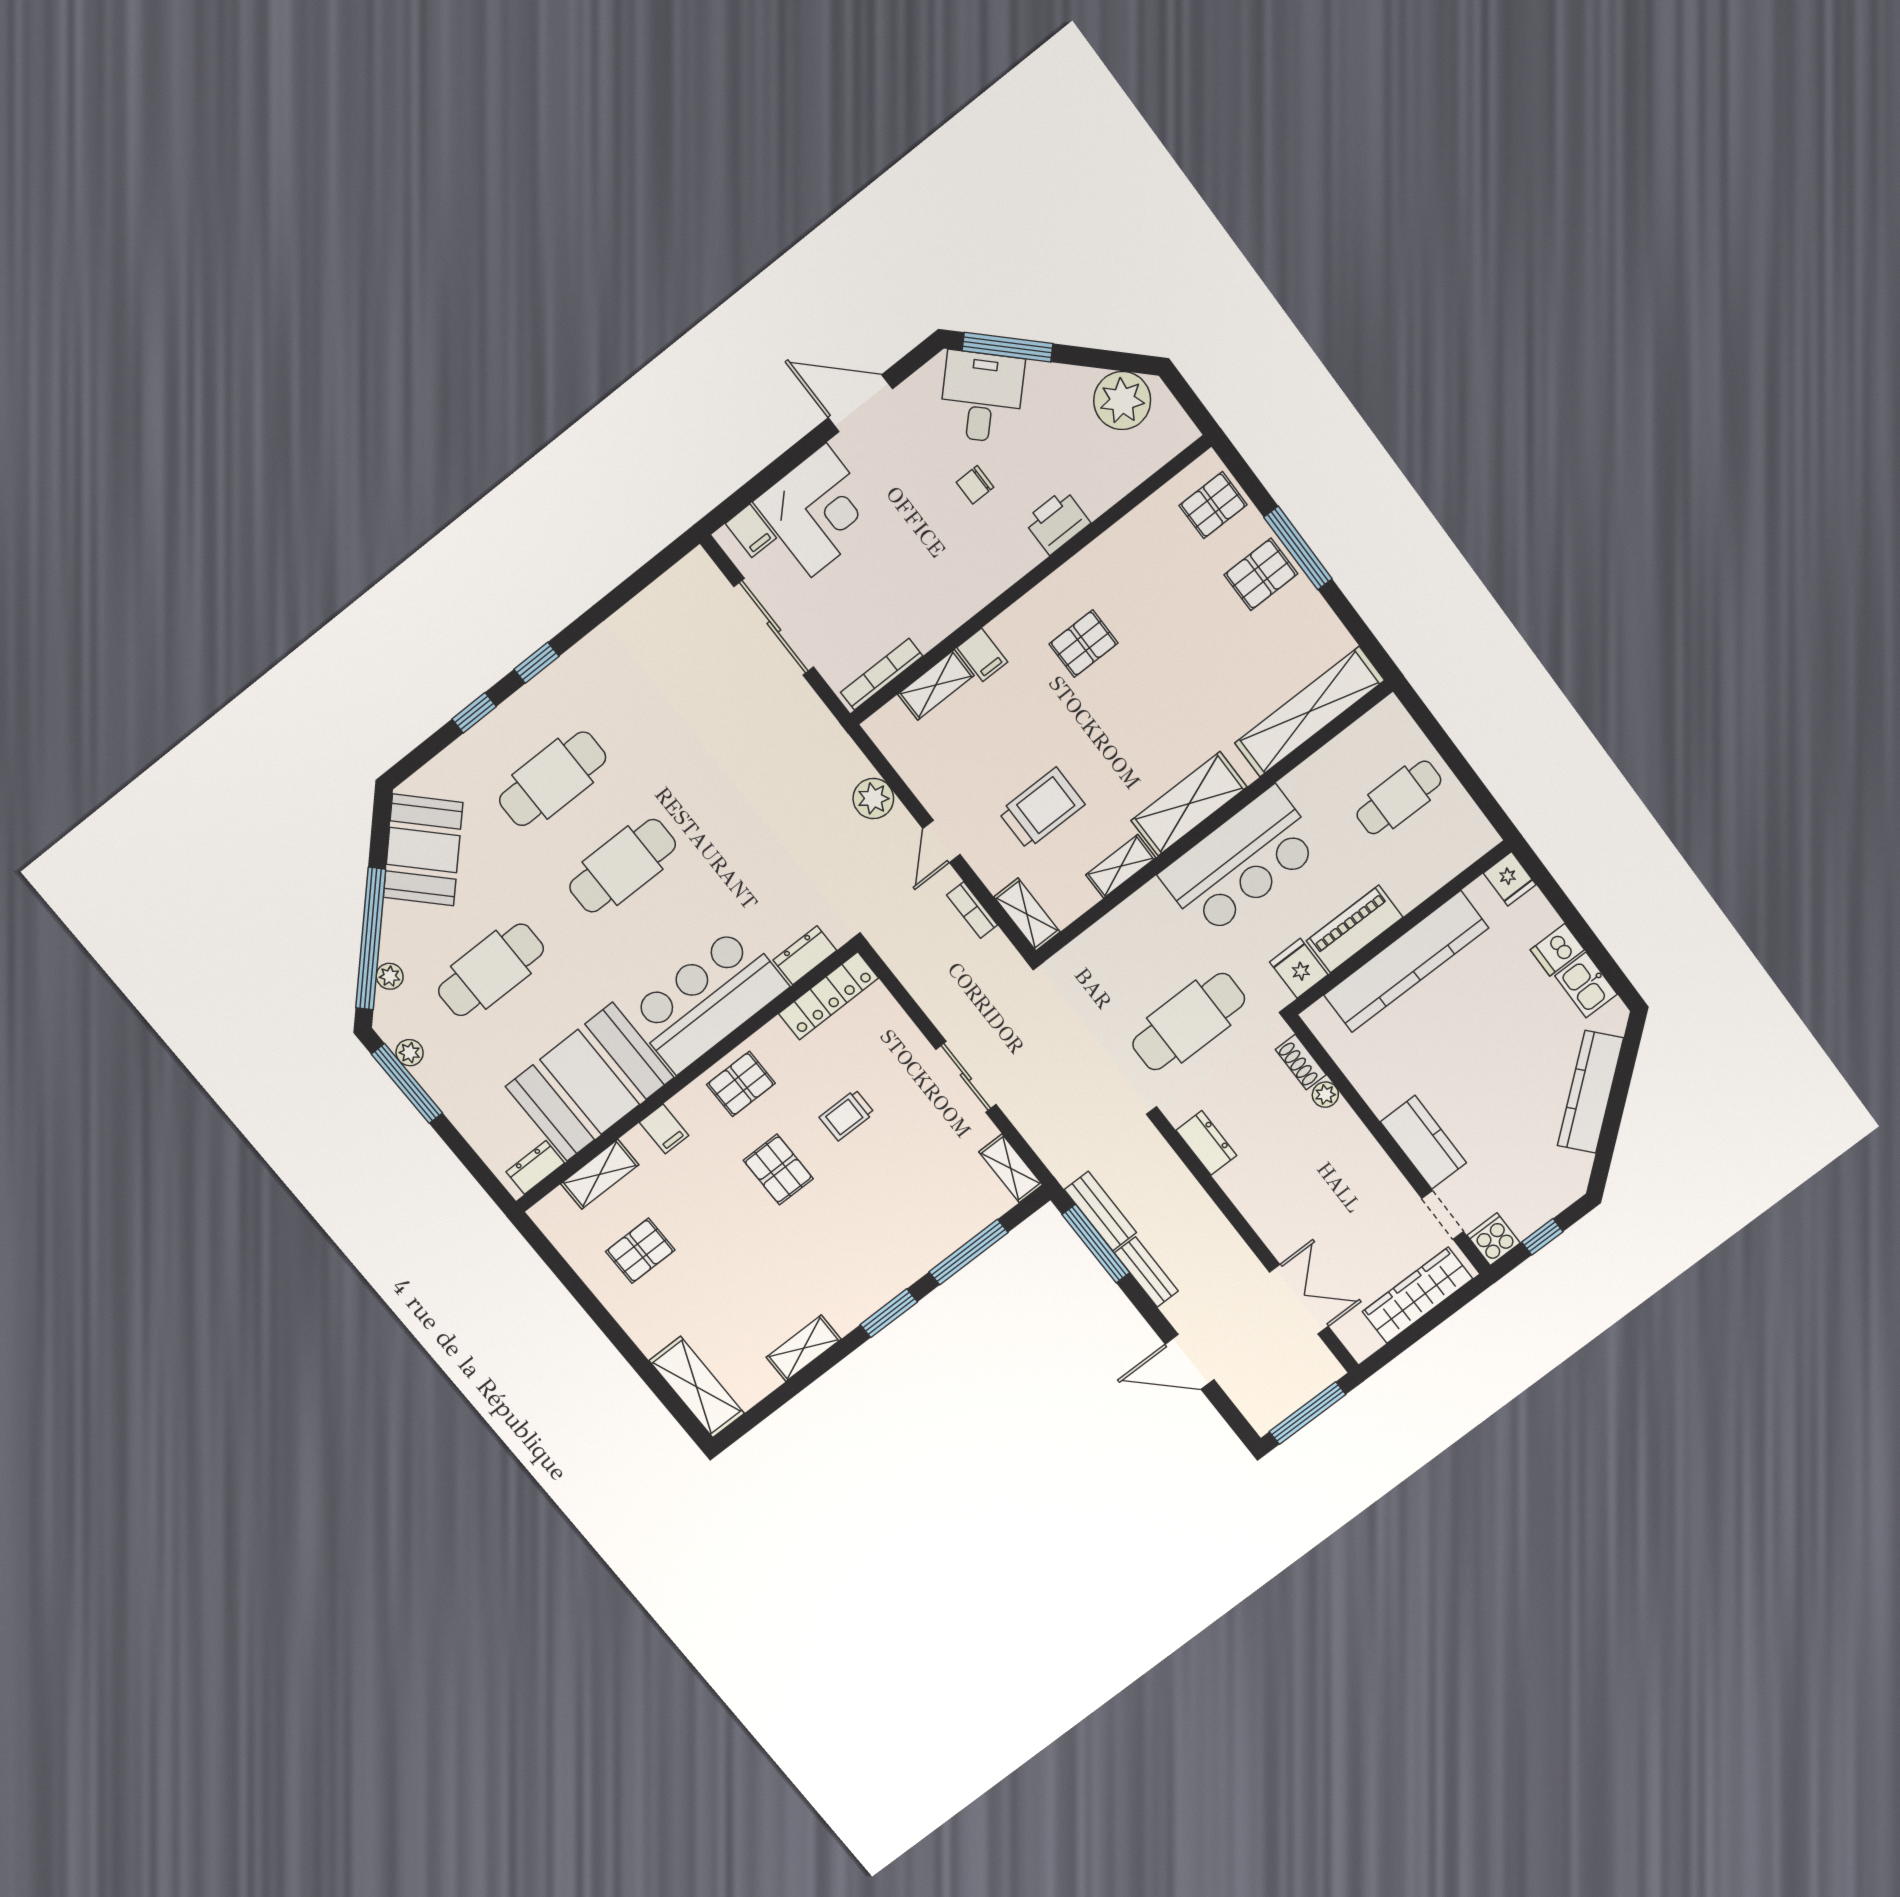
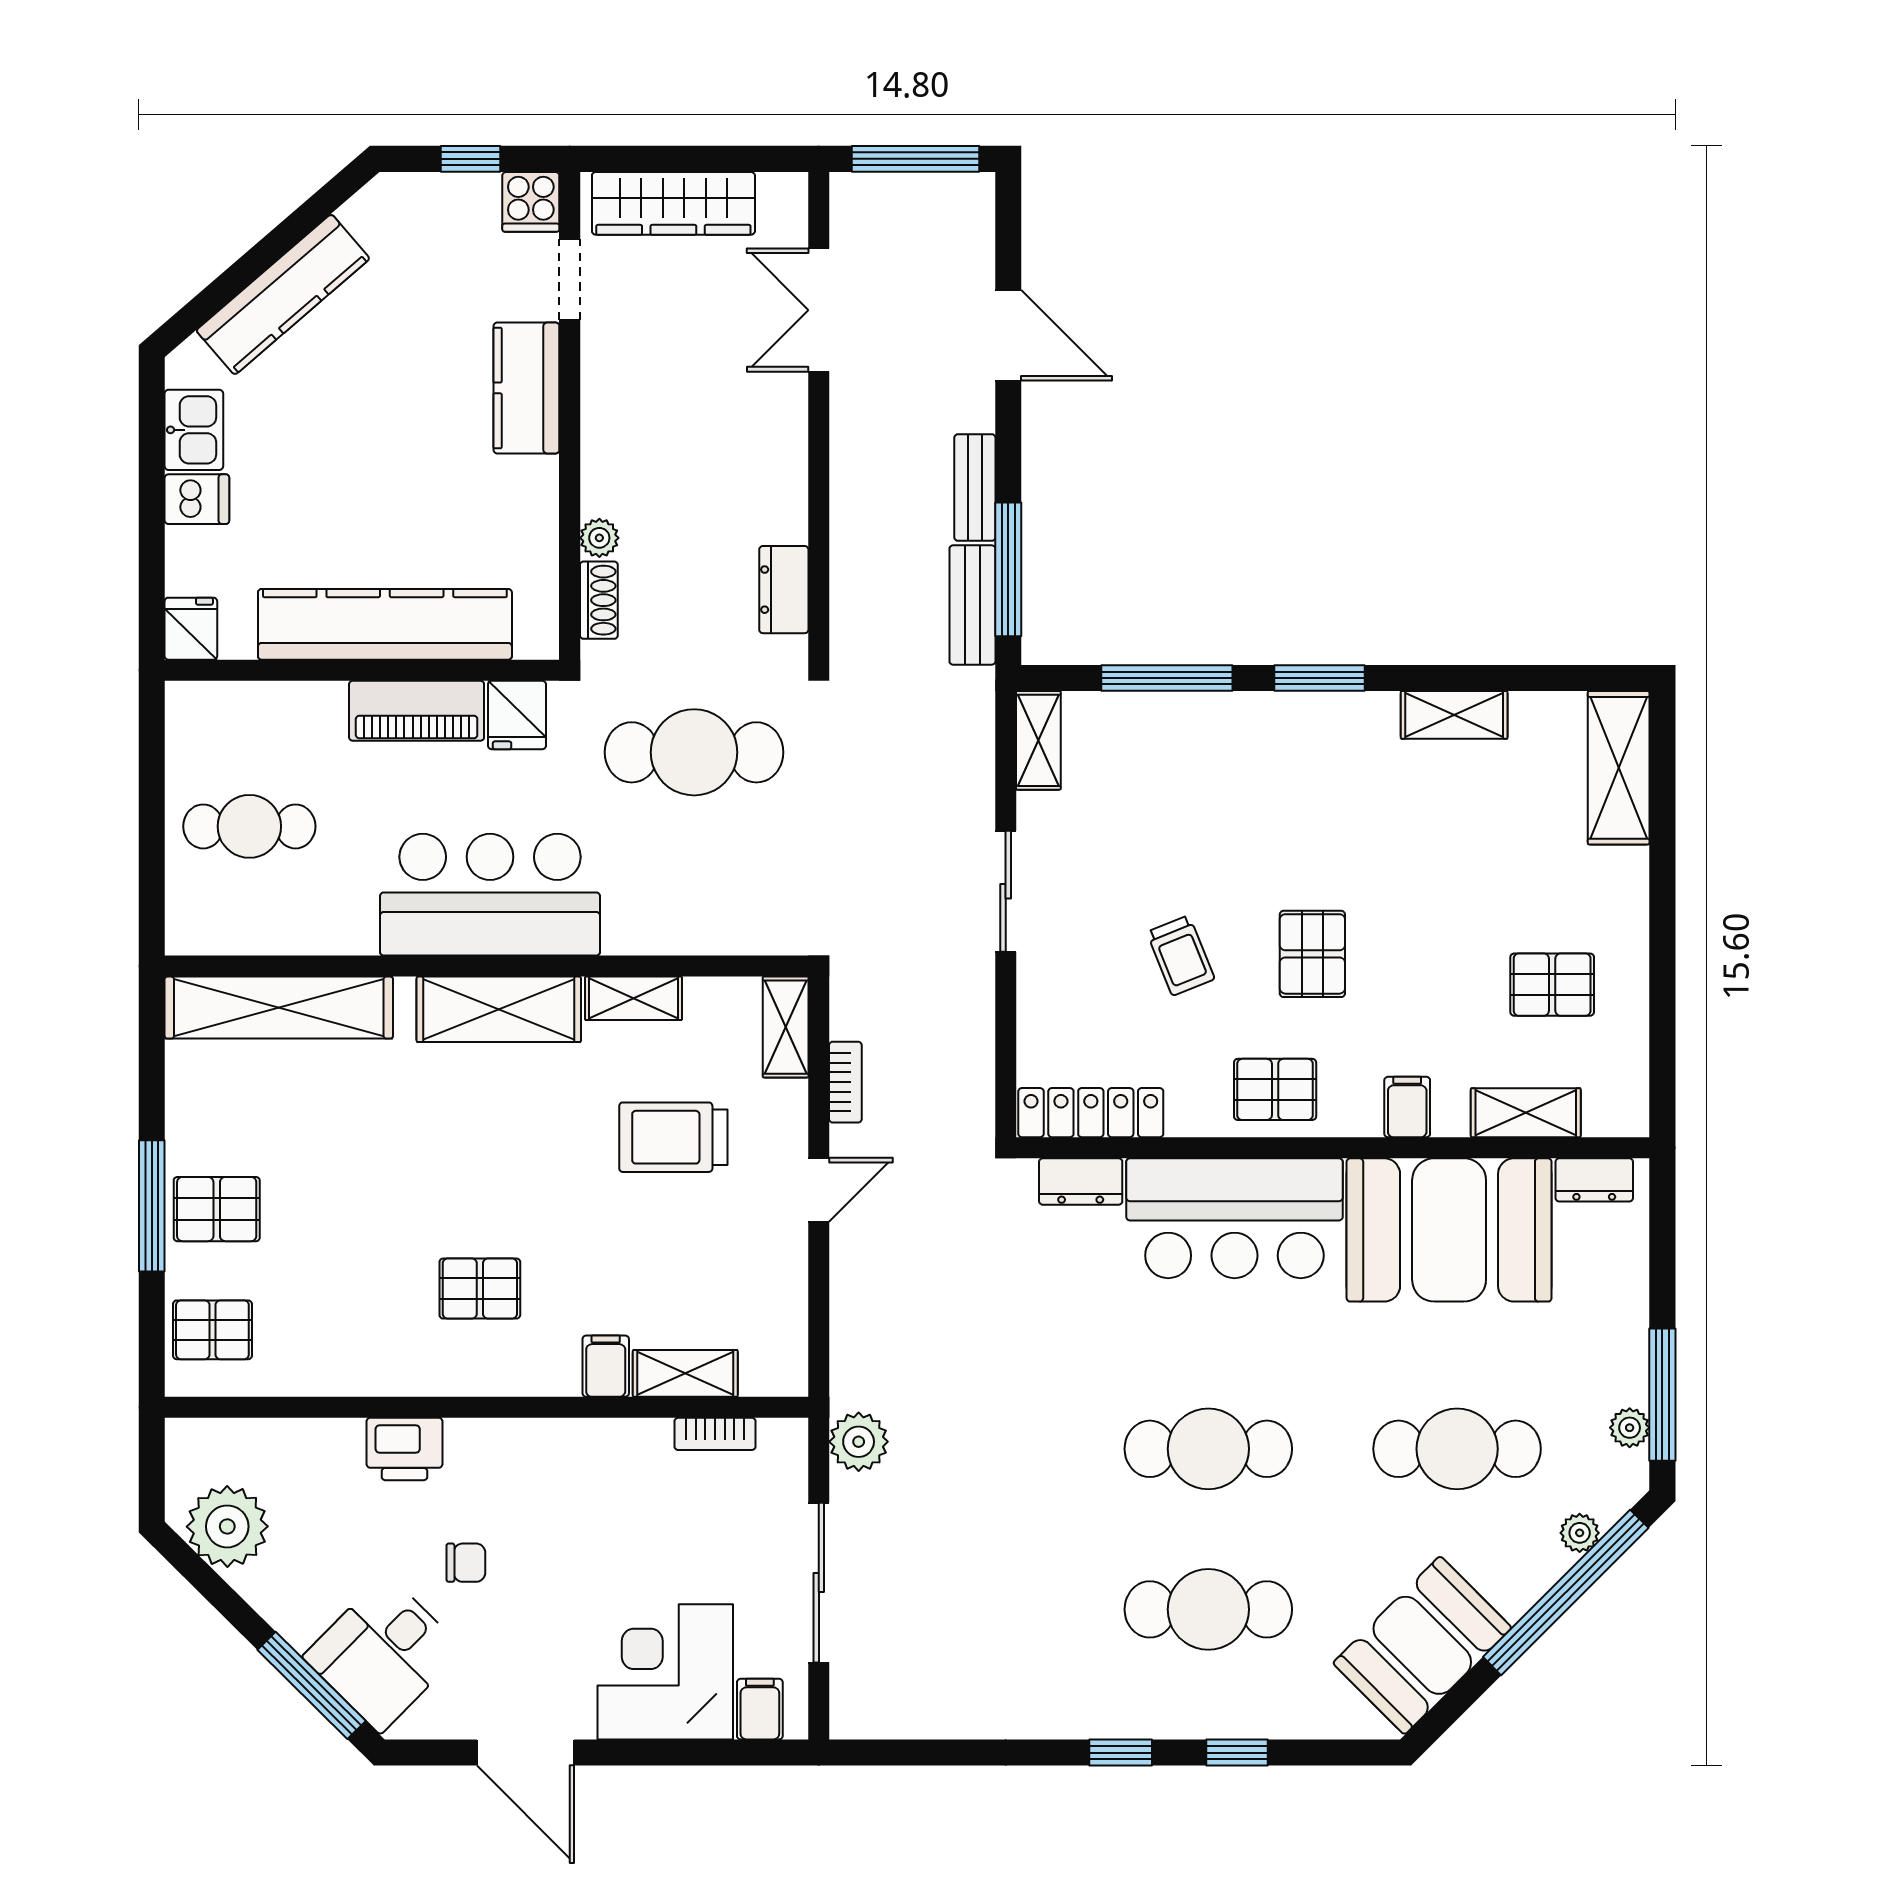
bookcase: (882, 674) -> (715, 1434), width x0.64
plant: (873, 799) -> (859, 1442), moved
trolley: (847, 1115) -> (1181, 956), turned 68

